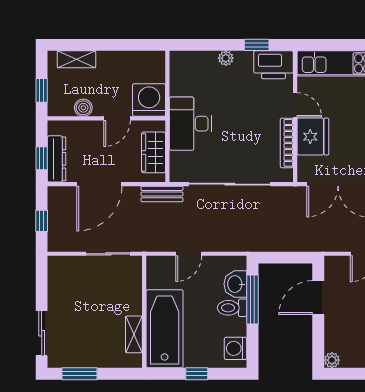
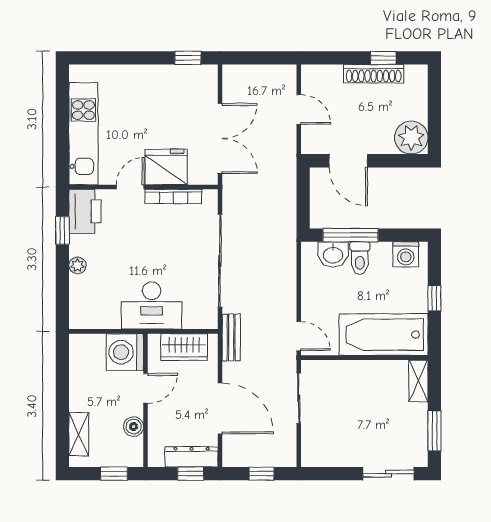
door: (117, 118) -> (146, 388), hinge flipped
door: (189, 254) -> (299, 336), moved
shelving: (134, 334) -> (418, 381), moved, turned 90
plant: (332, 360) -> (411, 138), width x1.88, depth x1.88

